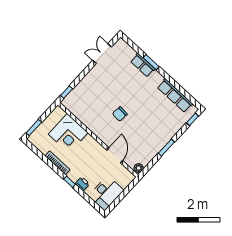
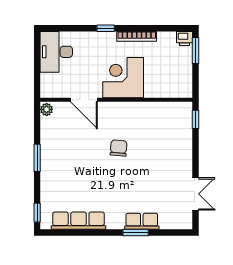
corner desk: (68, 133) -> (123, 78), moved
printer: (82, 184) -> (185, 39), moved

